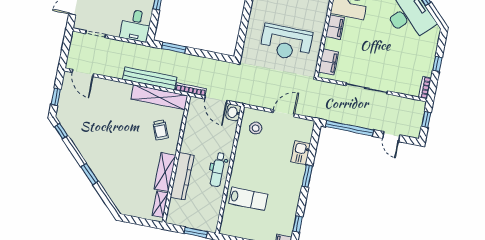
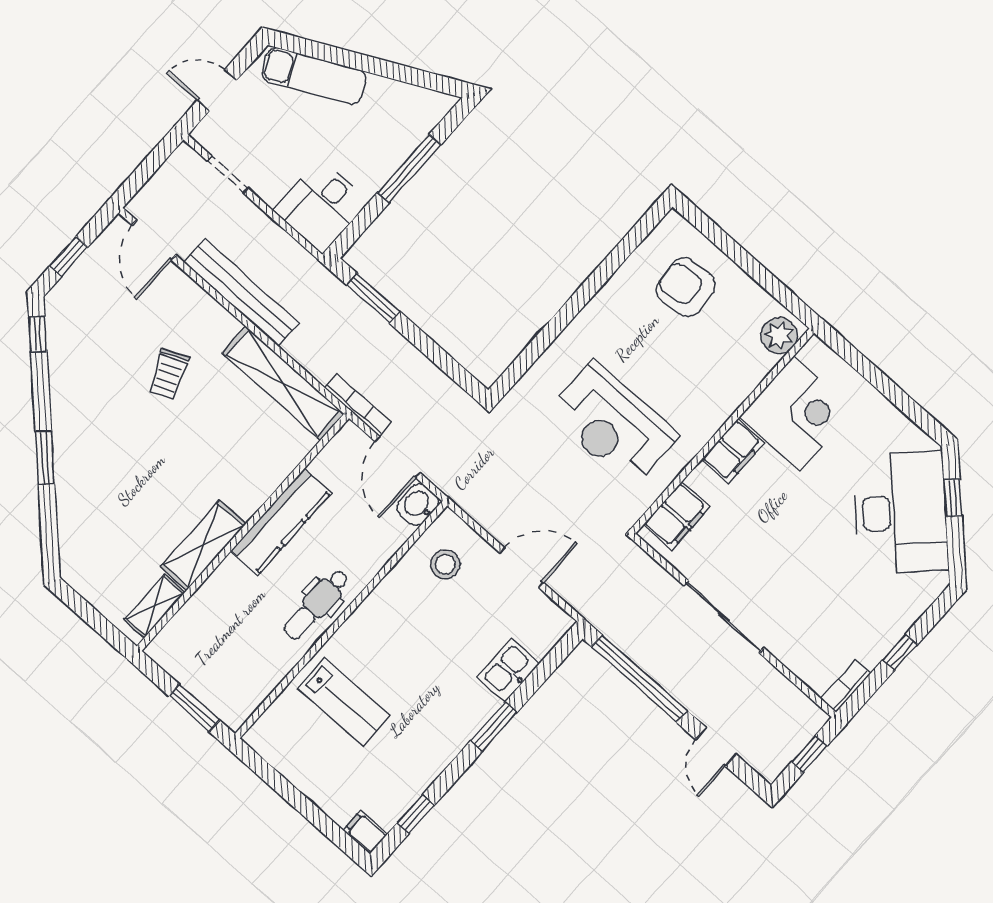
bench: (150, 78) -> (242, 293), moved
trolley: (160, 130) -> (169, 374), moved
kitchen counter: (182, 176) -> (281, 522), moved

